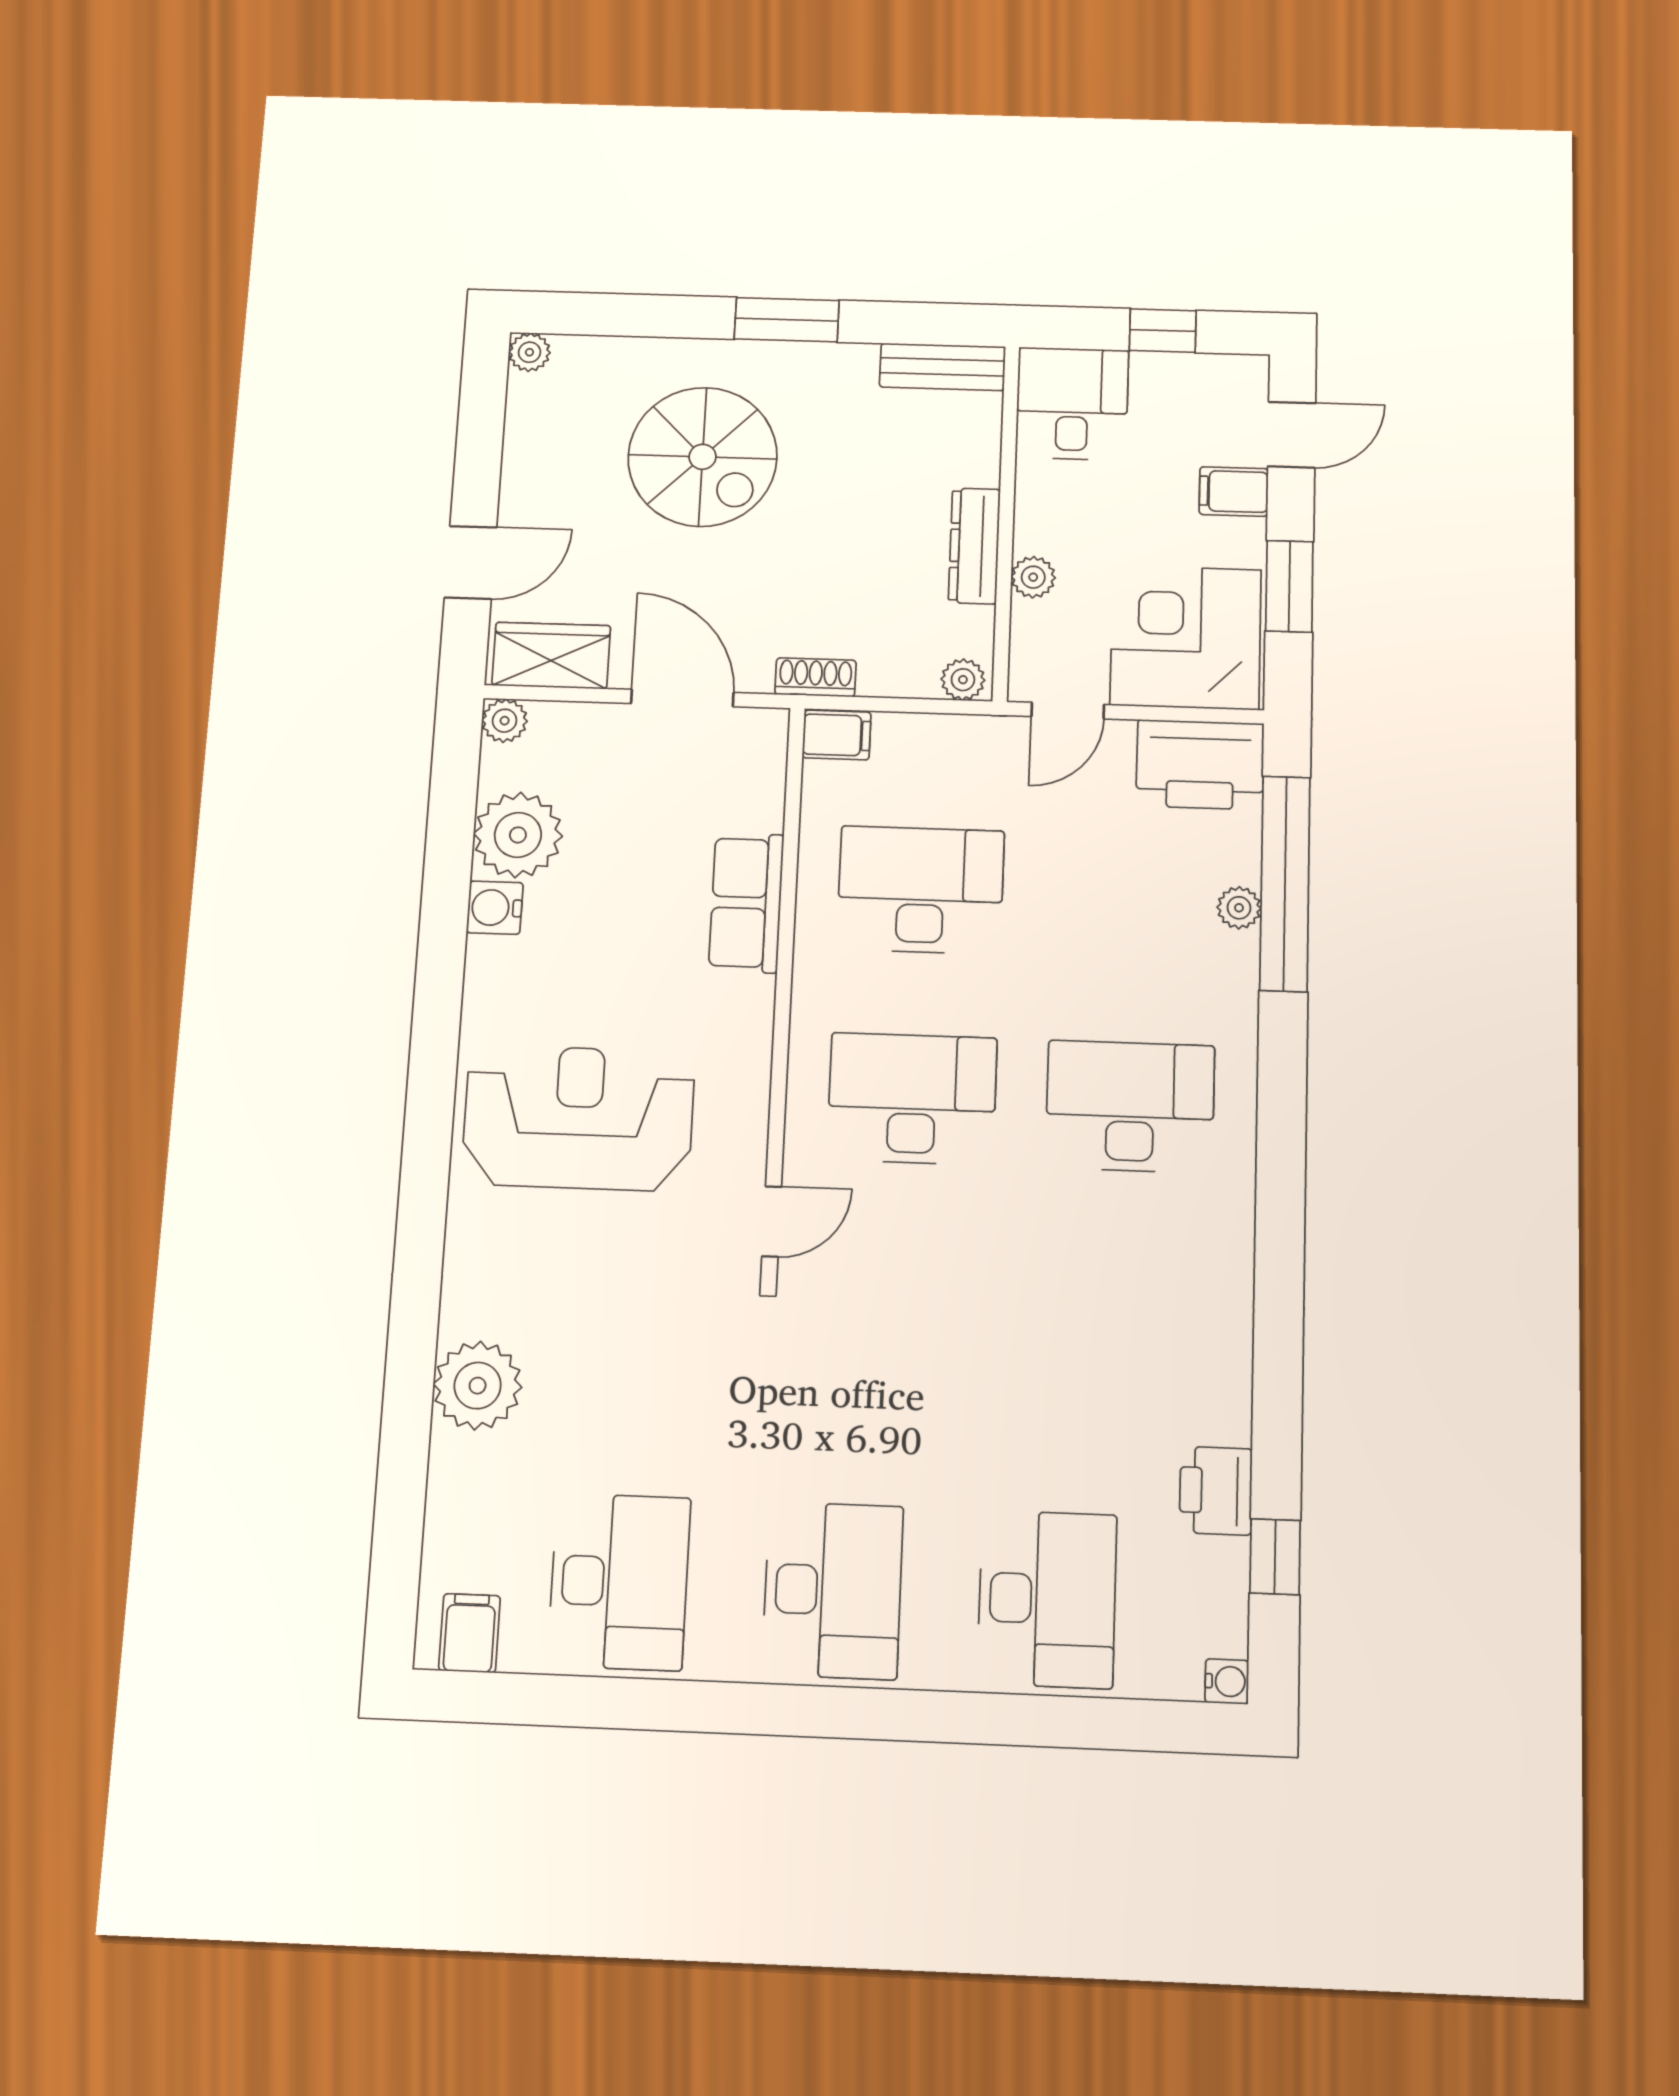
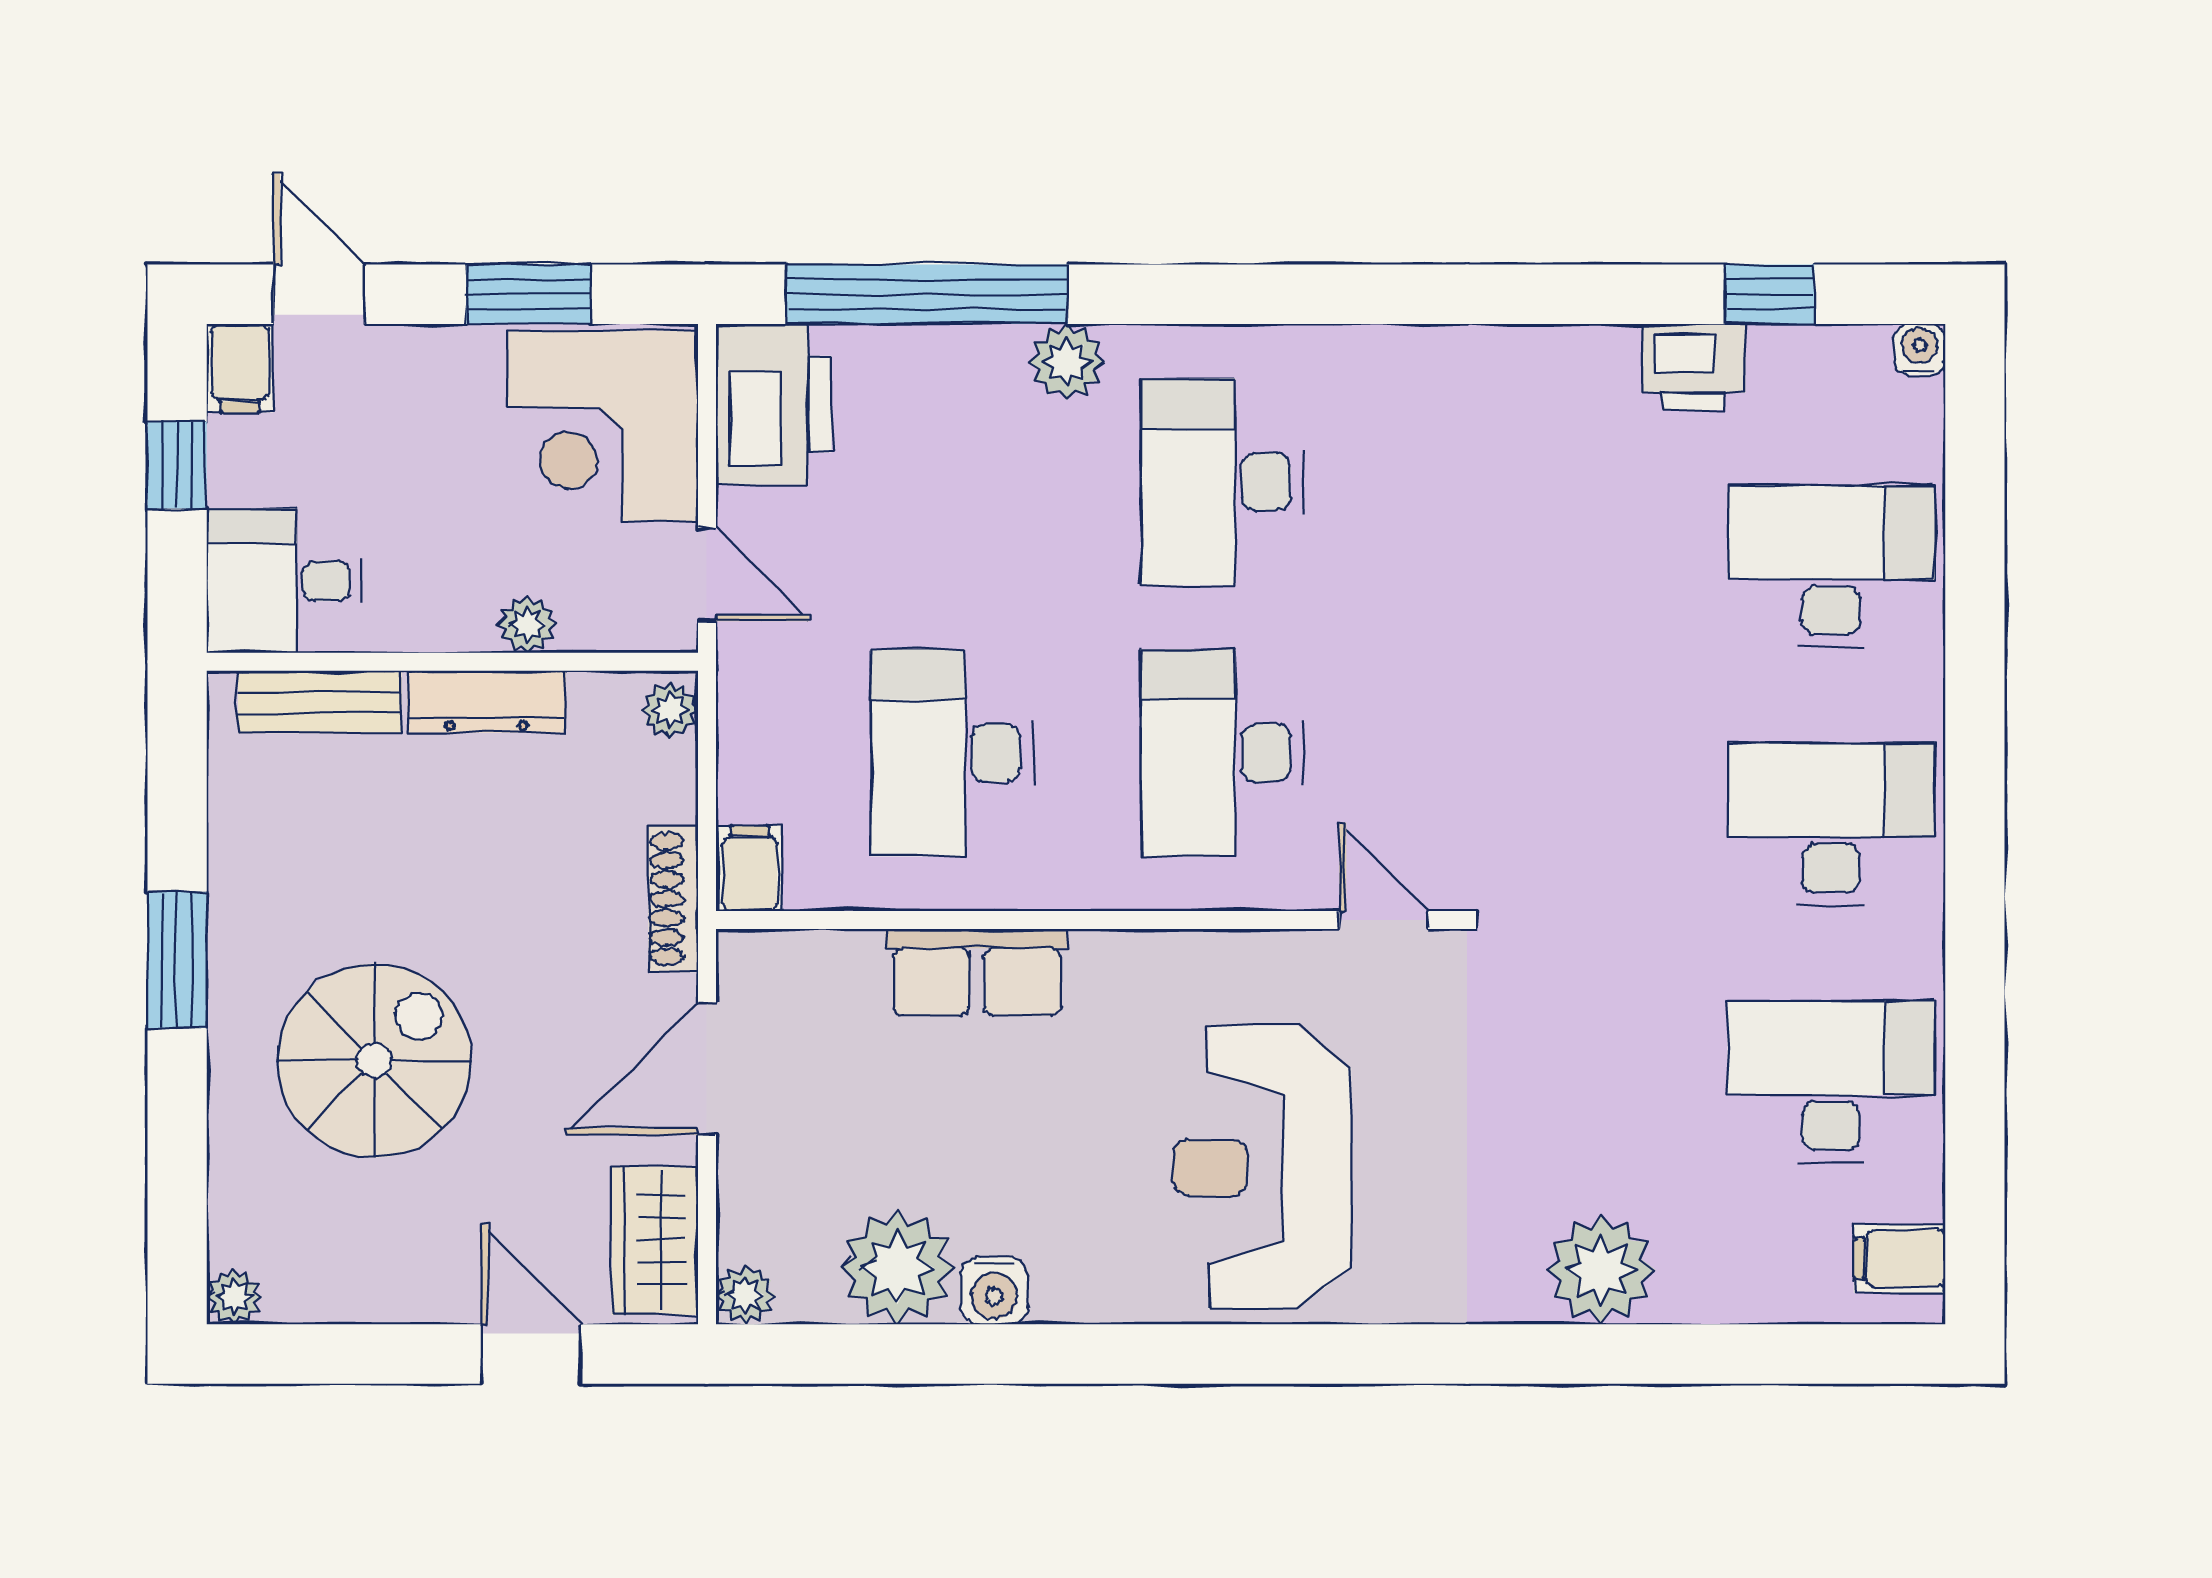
bench: (942, 367) -> (320, 702), moved, turned 90
filing cabinet: (1234, 492) -> (240, 368), moved
shoe rack: (816, 677) -> (673, 899), width x1.43
plant: (1239, 908) -> (1067, 362), moved, width x1.38, depth x1.38

